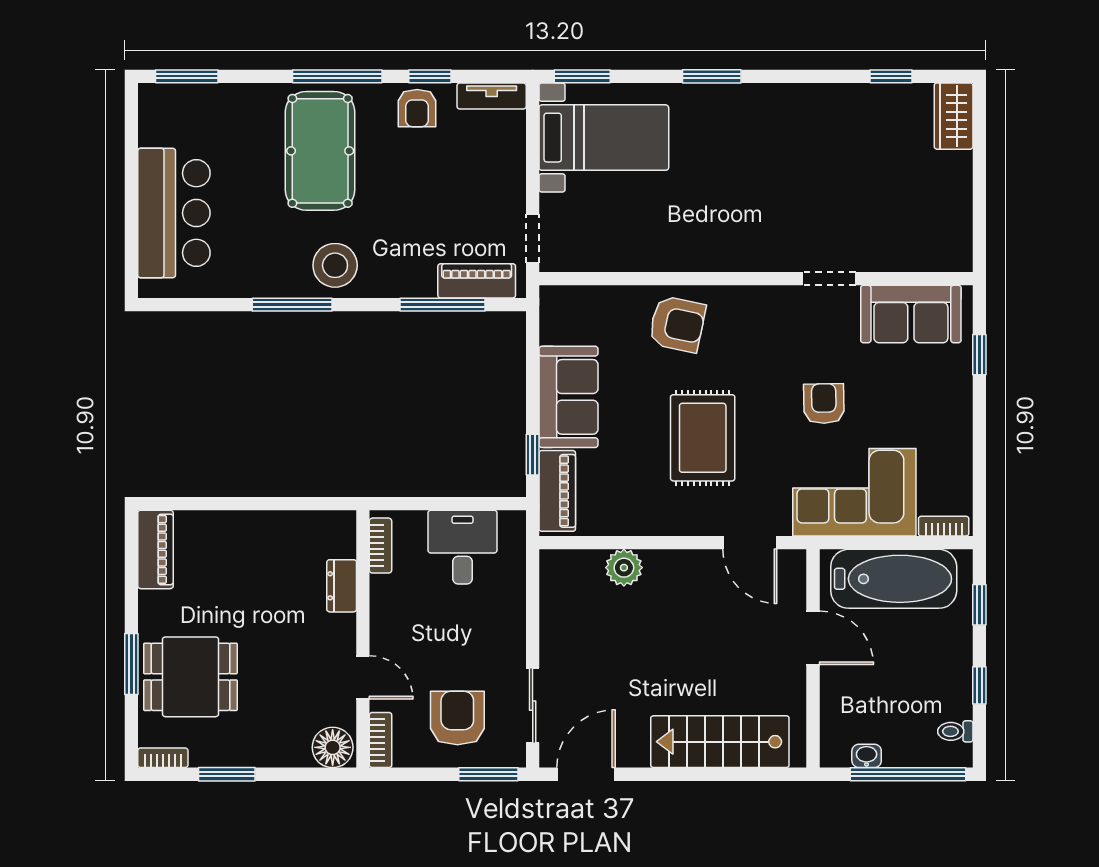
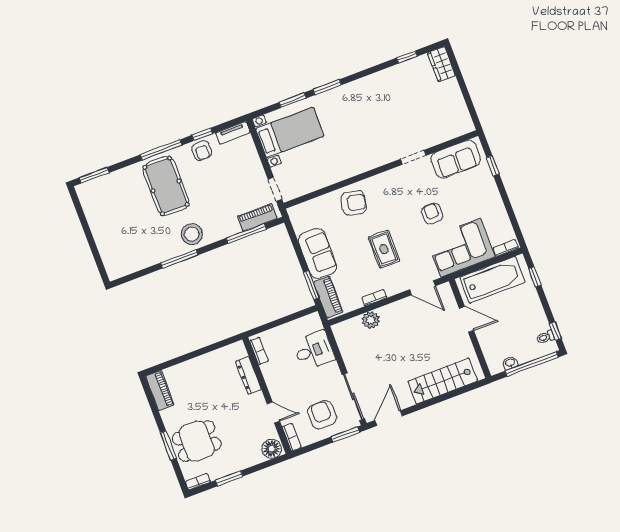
window: (582, 76) -> (293, 100), moved
bar counter: (174, 213) -> (111, 238), removed
rug: (703, 438) -> (384, 249), width x0.73, depth x0.70
window: (533, 455) -> (311, 285), width x1.50
bookcase: (647, 526) -> (374, 298), added
desk: (462, 547) -> (314, 351), moved, turned 90
dresser: (342, 586) -> (249, 375), width x1.44
window: (979, 685) -> (555, 331), moved
sliding door: (533, 706) -> (353, 397), width x1.37

